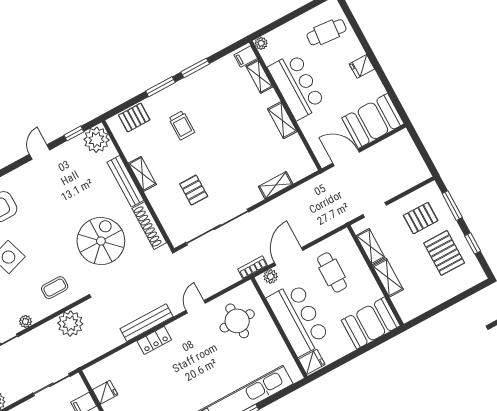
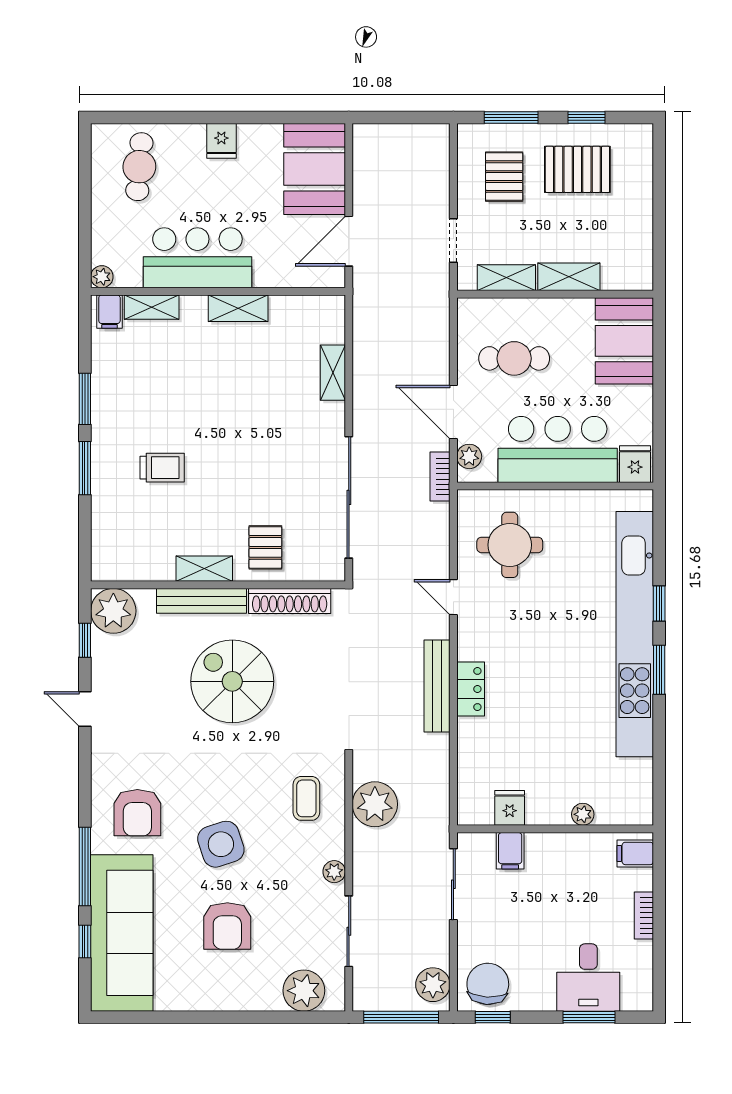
pallet: (134, 118) -> (111, 534), removed
pallet: (194, 190) -> (265, 547), moved, turned 90
spiral stairs: (101, 241) -> (232, 681), moved

